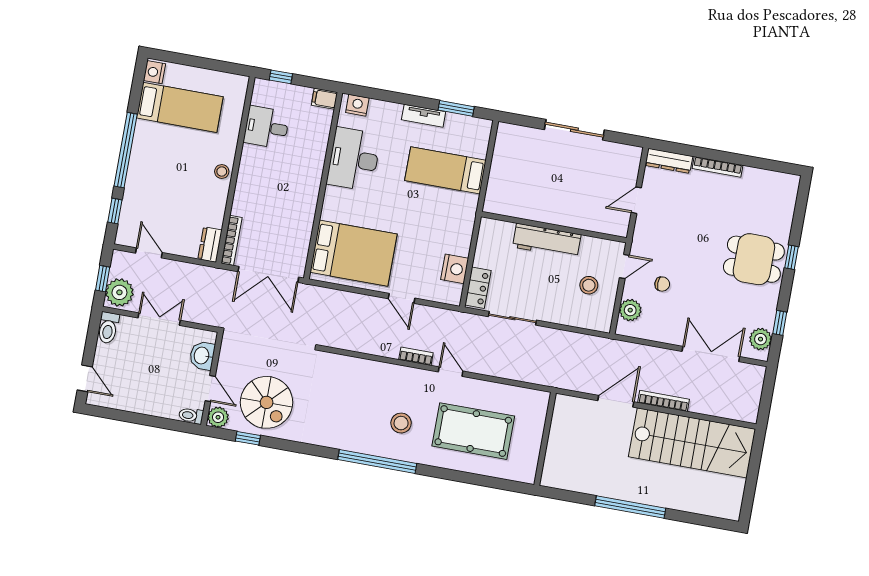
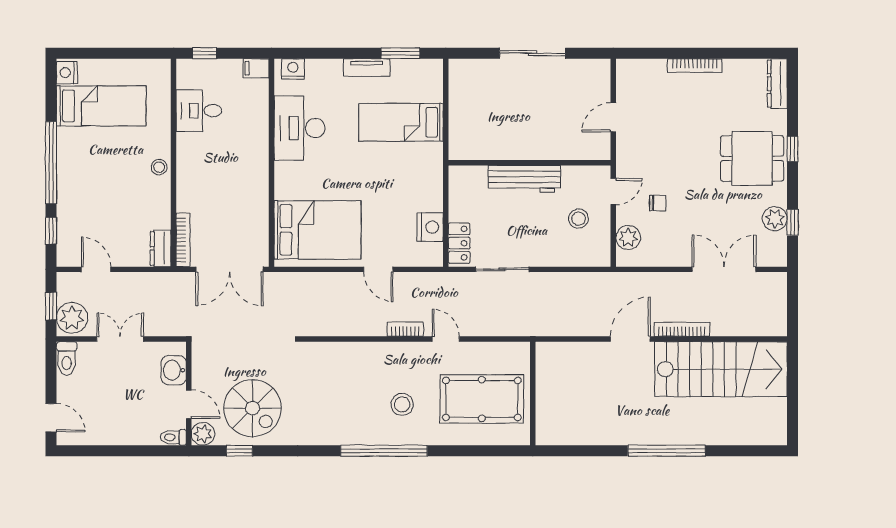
dresser: (669, 161) -> (777, 84), moved, turned 90
plant: (760, 339) -> (775, 219), moved
wall: (545, 439) -> (533, 393), moved

